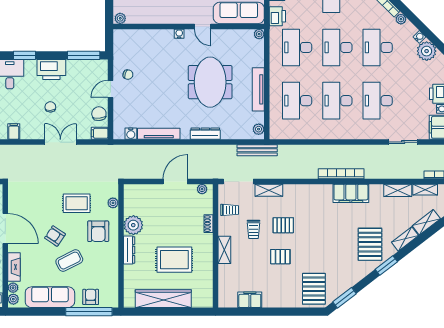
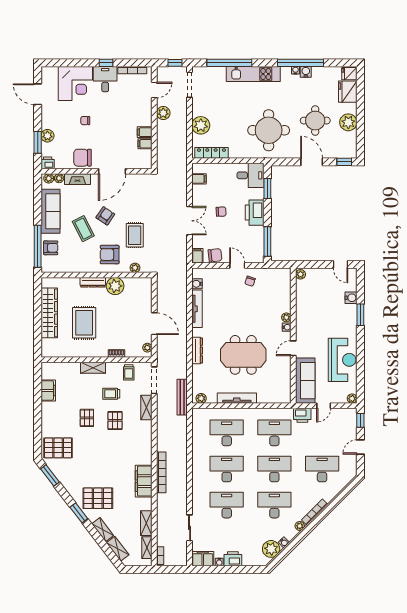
plant: (259, 34) -> (286, 317), moved

